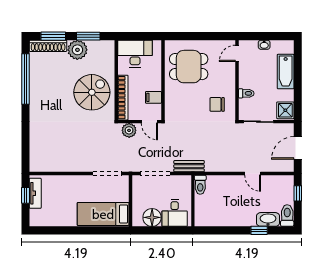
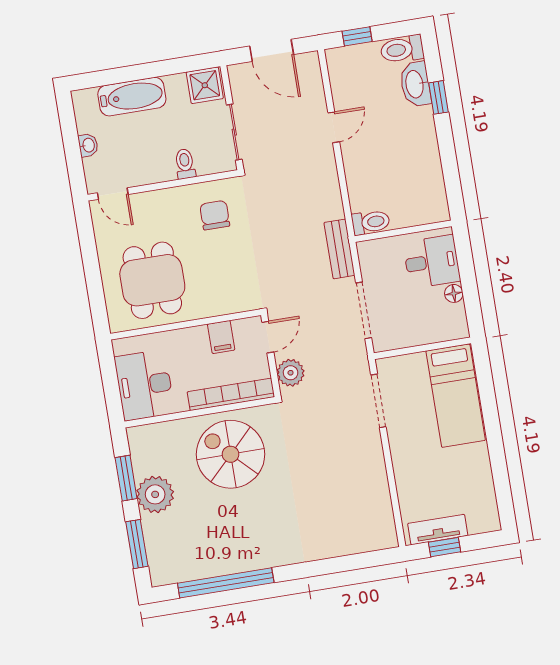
shoe rack: (48, 46) -> (157, 551), removed
chair: (217, 104) -> (215, 215), turned 180
floor lamp: (152, 217) -> (454, 293), width x0.53, depth x0.53

